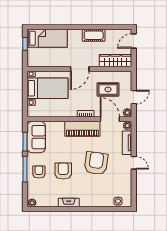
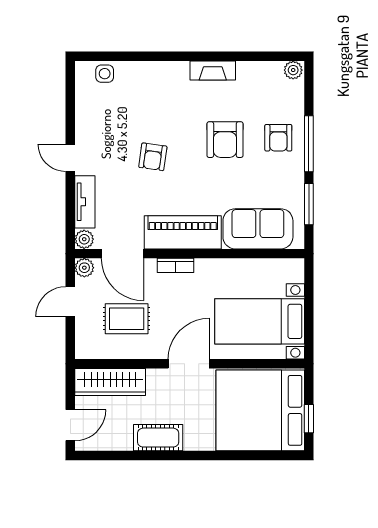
bed: (47, 38) -> (260, 410), width x2.04
sofa: (36, 137) -> (258, 229), moved, turned 90
armchair: (96, 163) -> (153, 157), width x0.53, depth x0.53

